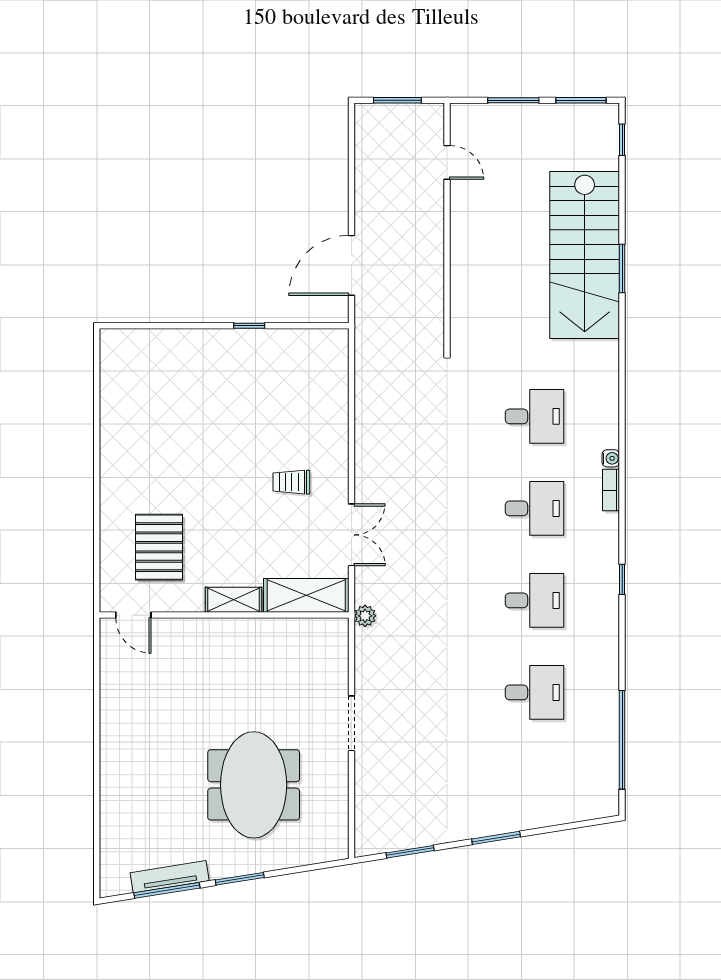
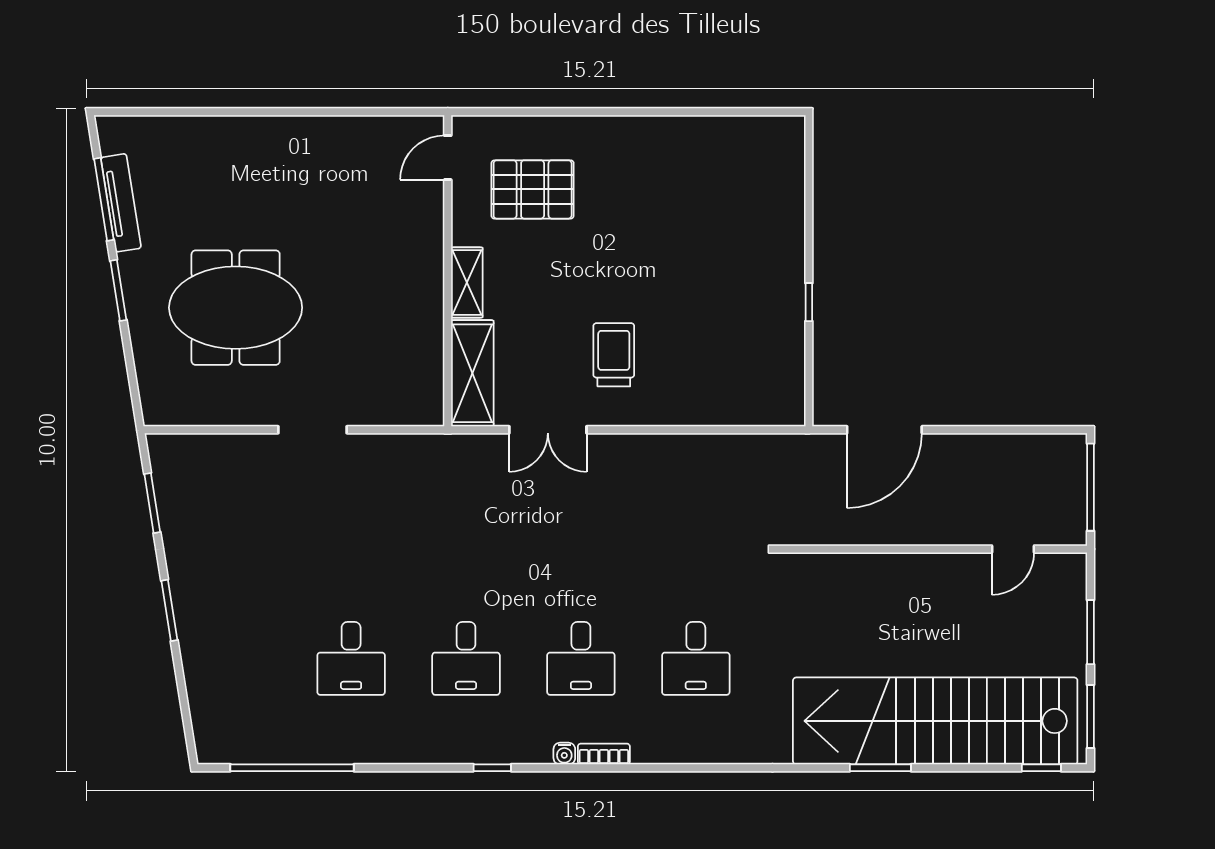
window: (397, 100) -> (1090, 487), width x1.44
stairs: (585, 255) -> (935, 721), width x1.36
door: (351, 265) -> (884, 430), swing flipped
water cooler: (611, 458) -> (564, 754), moved
trolley: (291, 482) -> (614, 355), width x1.36, depth x1.39
plant: (365, 616) -> (447, 447), removed

